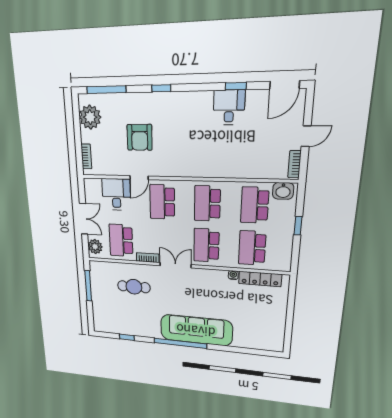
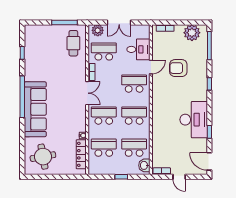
desk: (229, 107) -> (194, 120), width x1.87, depth x1.30
door: (139, 178) -> (151, 67), swing flipped
cafe table: (134, 287) -> (73, 43), moved
round table: (260, 327) -> (43, 157), added

